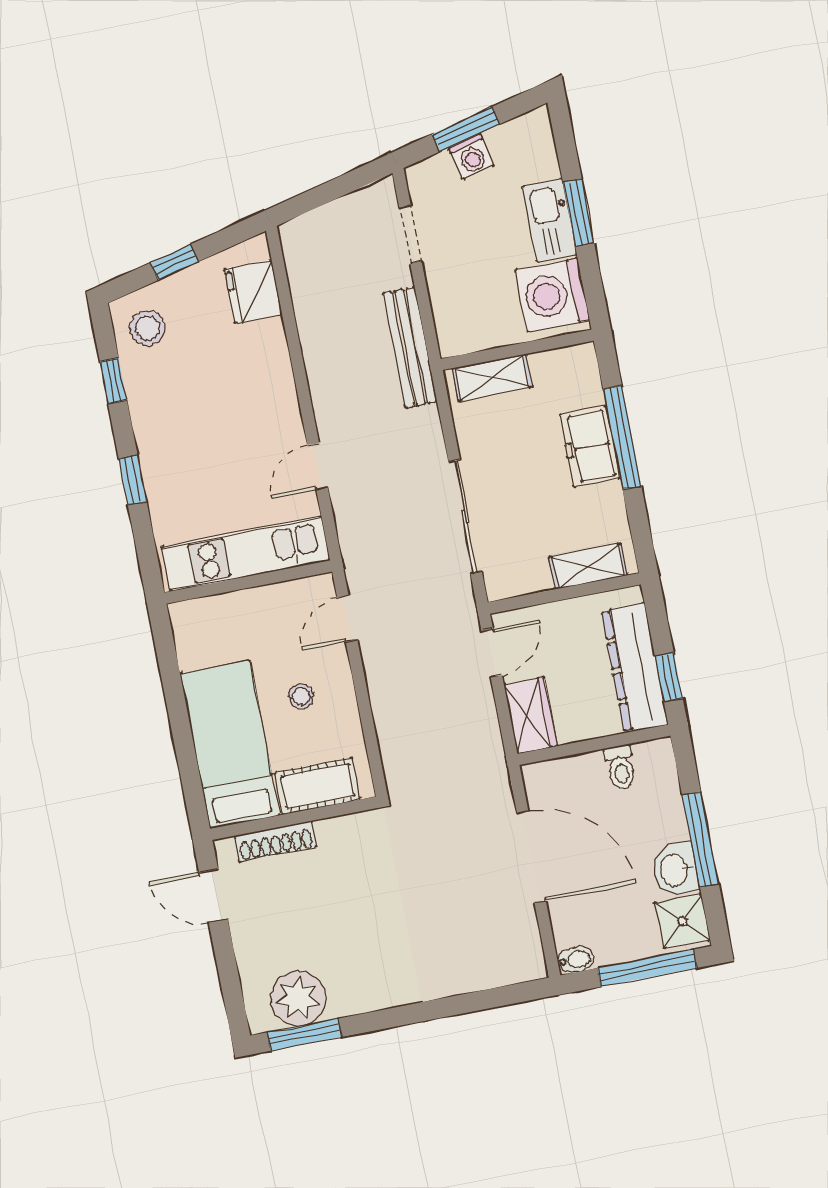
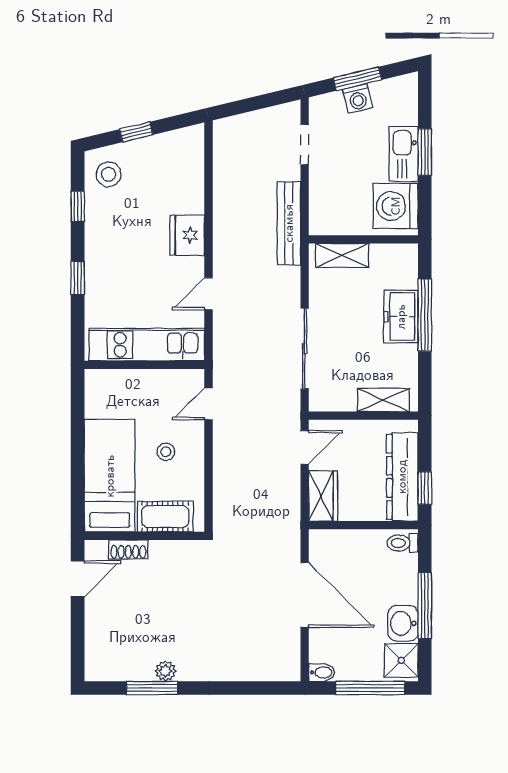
fridge: (253, 292) -> (187, 235), moved
toilet: (621, 767) -> (403, 543), moved, turned 90
shoe rack: (275, 841) -> (128, 549), width x0.70
door: (213, 896) -> (78, 579), swing flipped
plant: (298, 998) -> (166, 671), moved, width x0.53, depth x0.53
window: (305, 1035) -> (152, 688), moved

